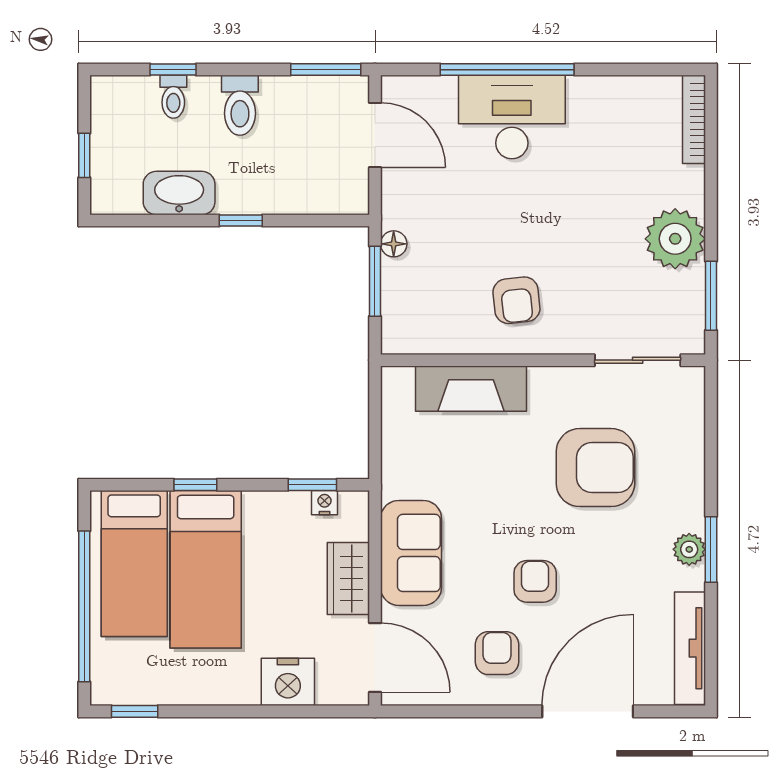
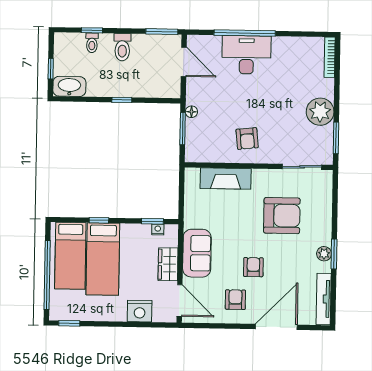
washbasin: (179, 193) -> (69, 86), moved

